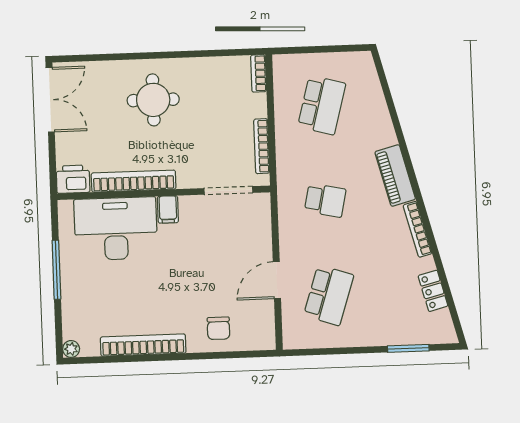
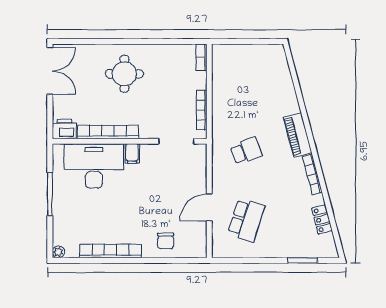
school desk: (322, 105) -> (246, 82), removed
school desk: (325, 200) -> (246, 151), turned -33

